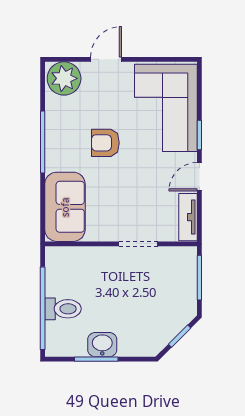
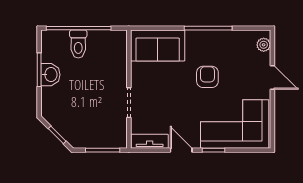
plant: (64, 78) -> (264, 45), width x0.53, depth x0.53

